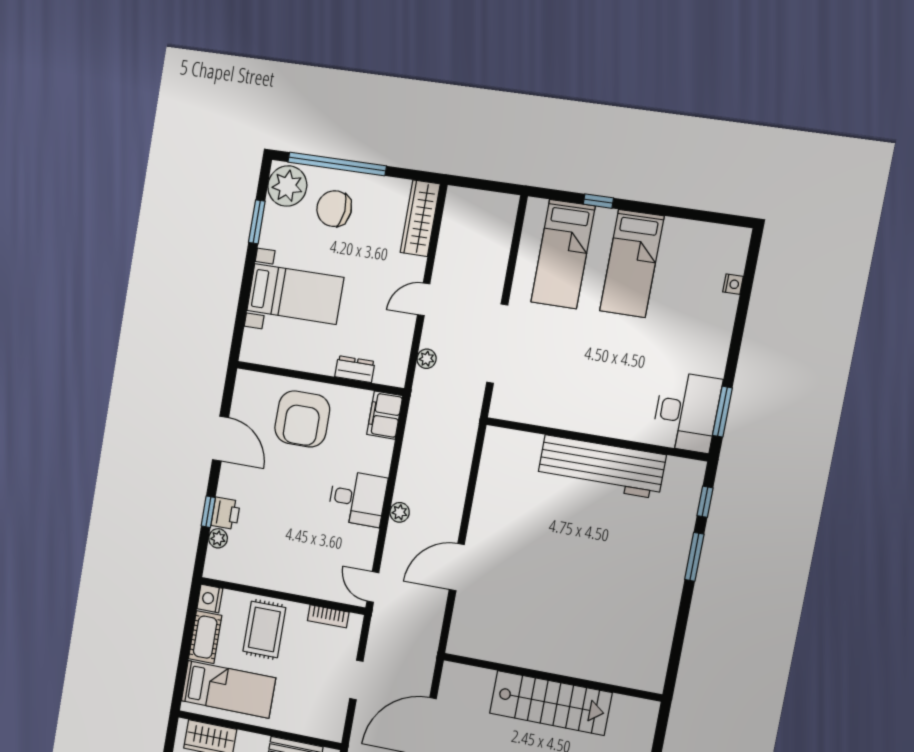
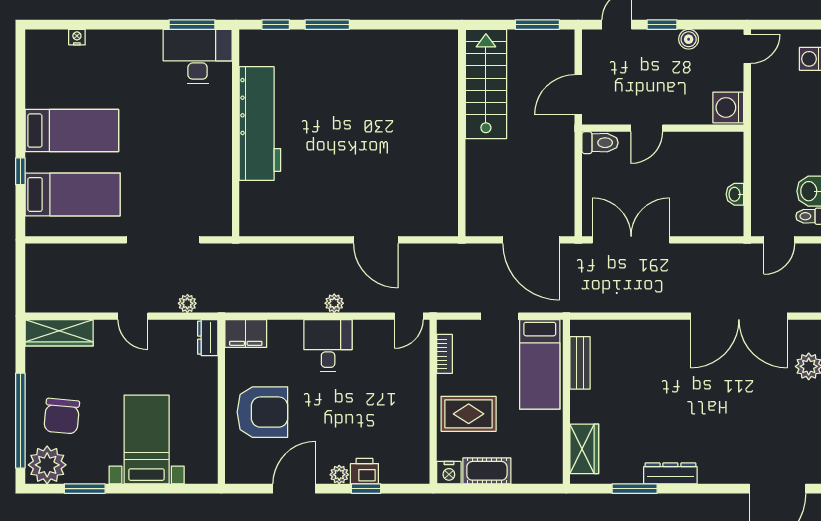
dresser: (355, 369) -> (208, 338), moved
plant: (218, 538) -> (339, 475), moved
bed: (228, 689) -> (540, 364), moved, turned 180
stairs: (551, 703) -> (486, 84), moved

